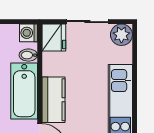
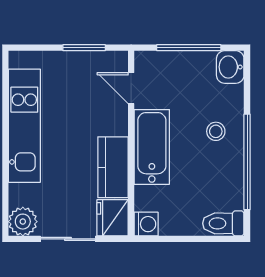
bidet: (28, 55) -> (146, 195), removed
kitchen counter: (53, 100) -> (113, 167), moved

